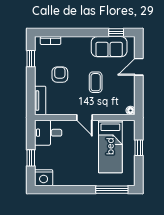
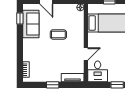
window: (31, 59) -> (53, 85), moved
armchair: (60, 75) -> (52, 62), removed
door: (84, 118) -> (86, 54), moved

